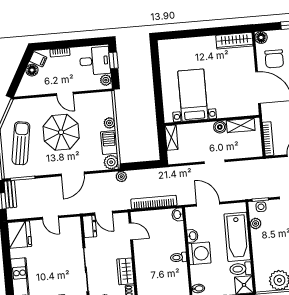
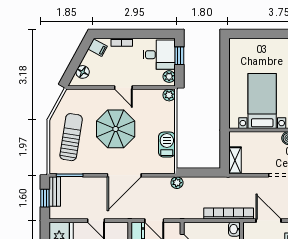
floor lamp: (32, 70) -> (83, 72), moved
plant: (109, 123) -> (169, 95), moved
shelving: (171, 138) -> (235, 160), moved
plant: (111, 162) -> (167, 166), removed
door: (73, 174) -> (124, 175), width x1.36
bookcase: (154, 202) -> (229, 214), moved

